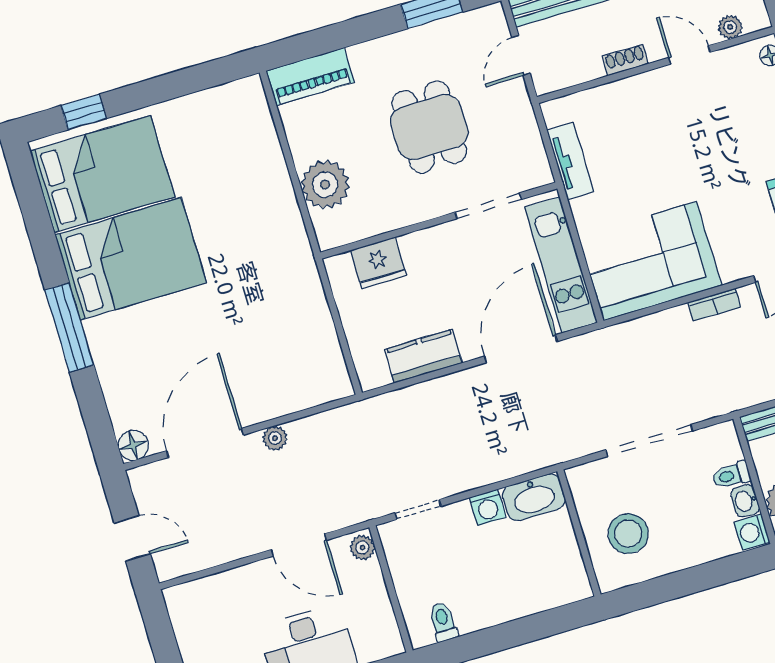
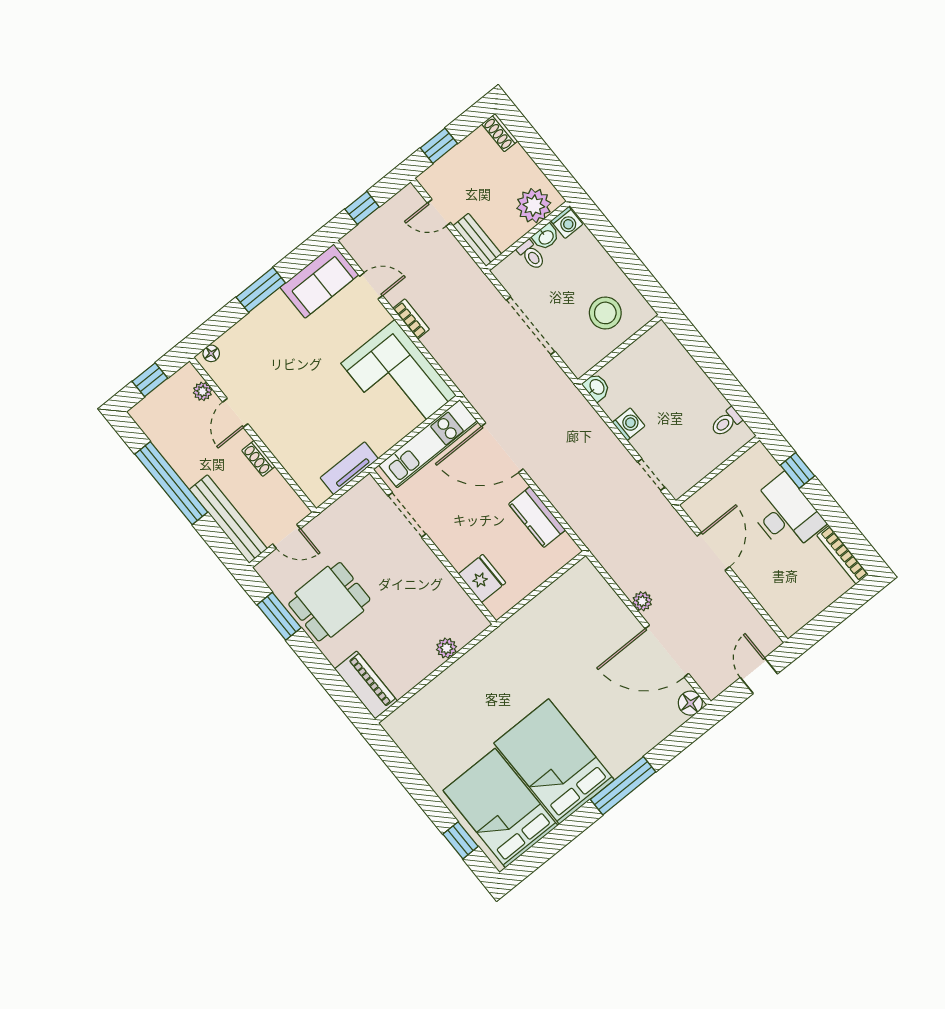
dining table: (429, 127) -> (329, 602), moved
plant: (325, 185) -> (446, 648), width x0.53, depth x0.53
washbasin: (534, 497) -> (597, 387), width x0.52, depth x0.69
plant: (362, 548) -> (696, 504), removed

